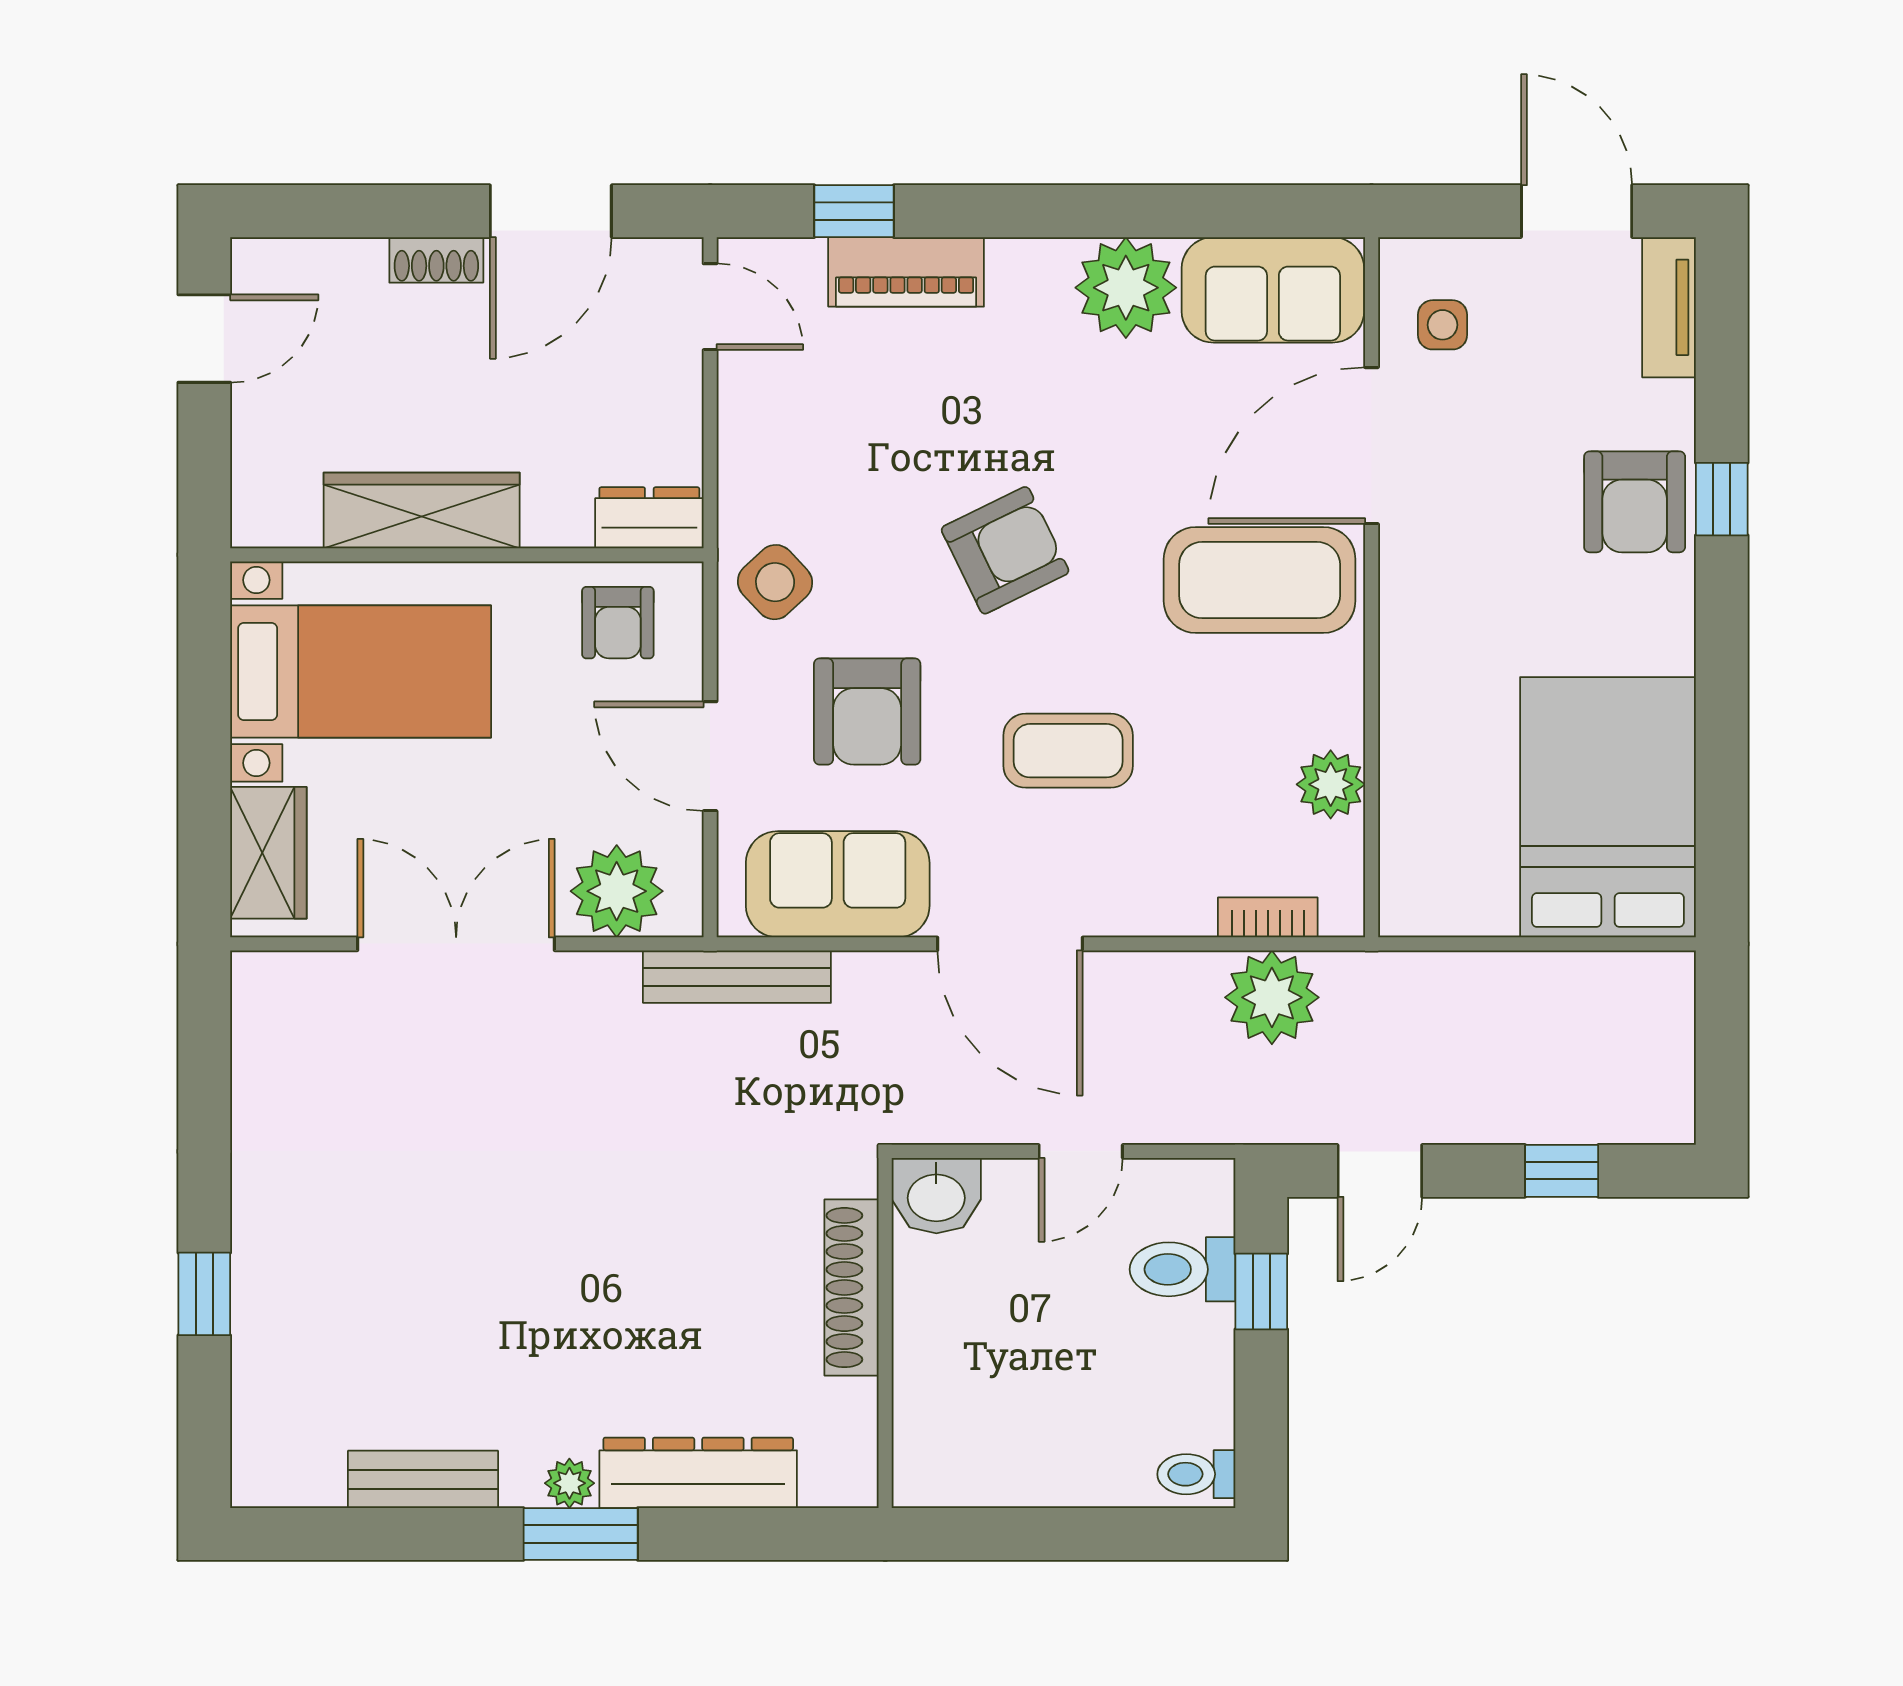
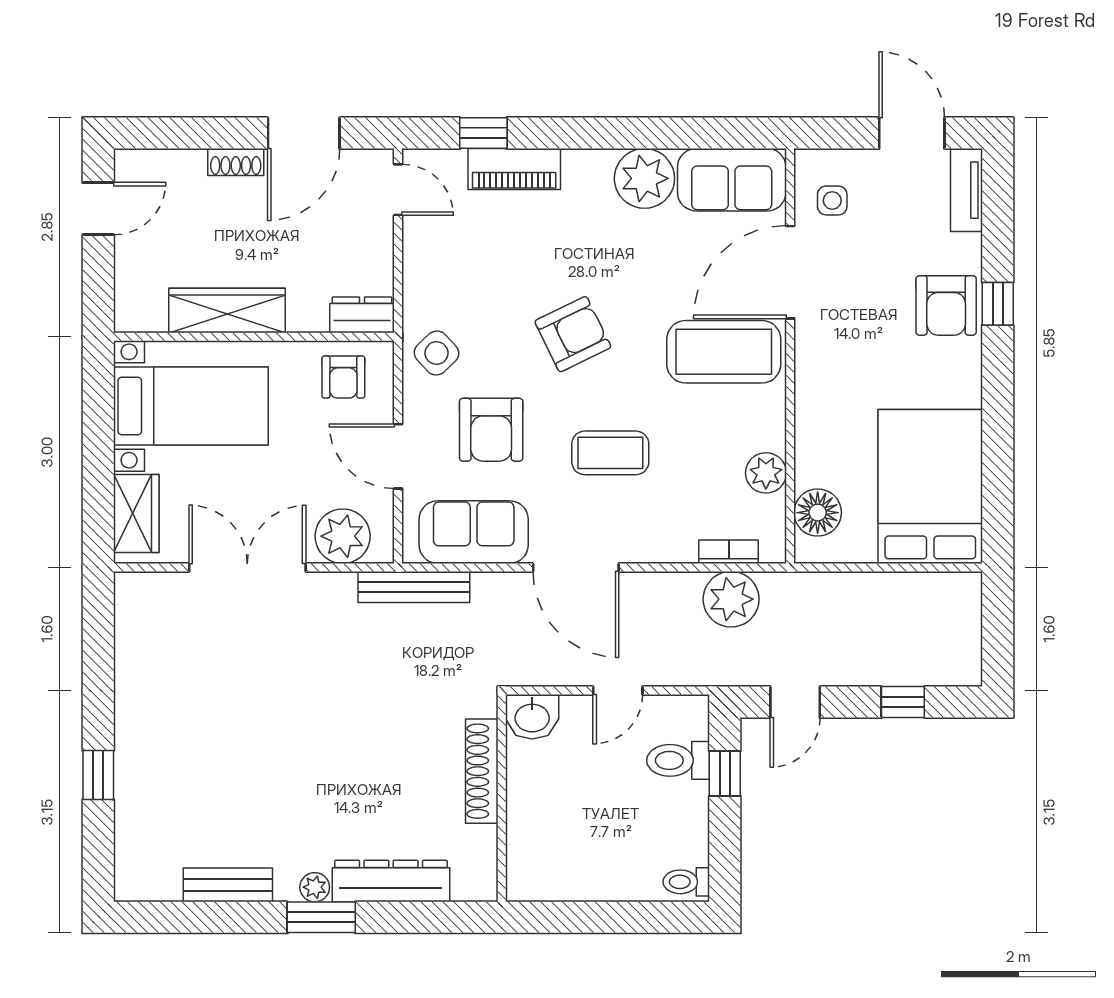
floor lamp: (1418, 851) -> (818, 513), added

